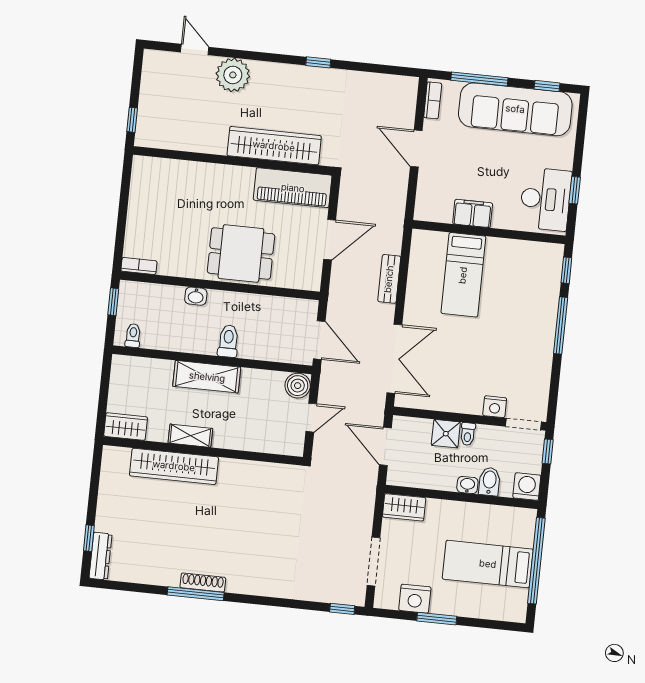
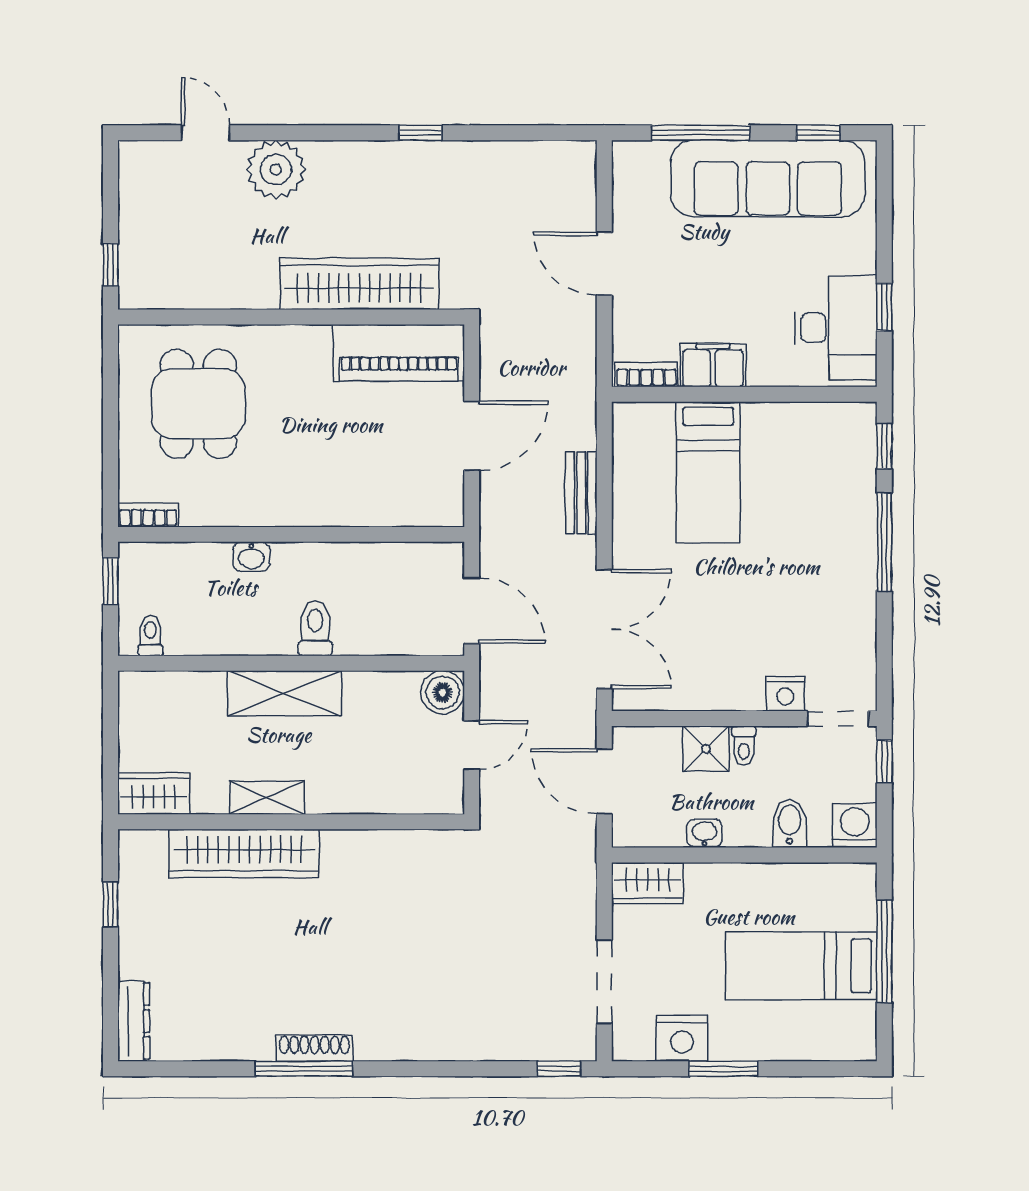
bookcase: (433, 100) -> (646, 374), moved, turned -90
dining table: (241, 253) -> (198, 404), moved, turned 90
washbasin: (467, 485) -> (705, 833), moved
window: (89, 538) -> (111, 904), moved
window: (536, 561) -> (884, 951), width x0.68

